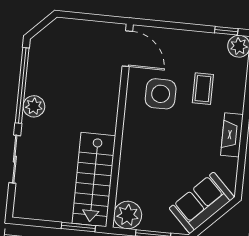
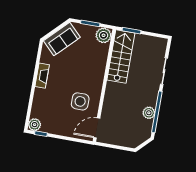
door: (127, 49) -> (97, 128), hinge flipped
coffee table: (203, 89) -> (56, 103), removed
plant: (34, 106) -> (149, 113), moved

